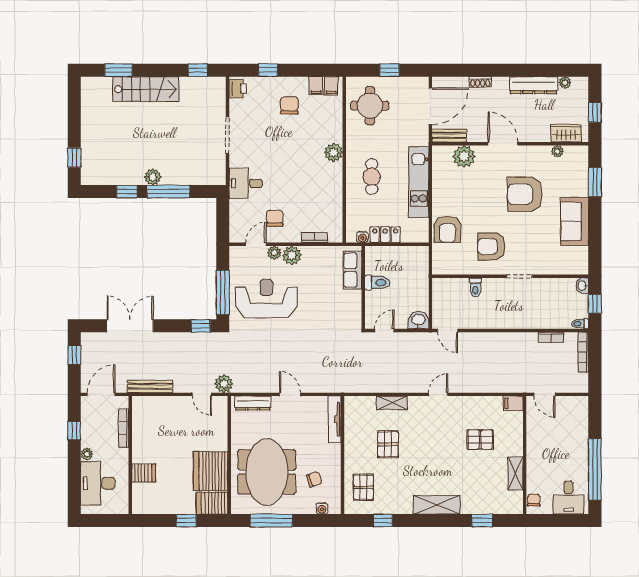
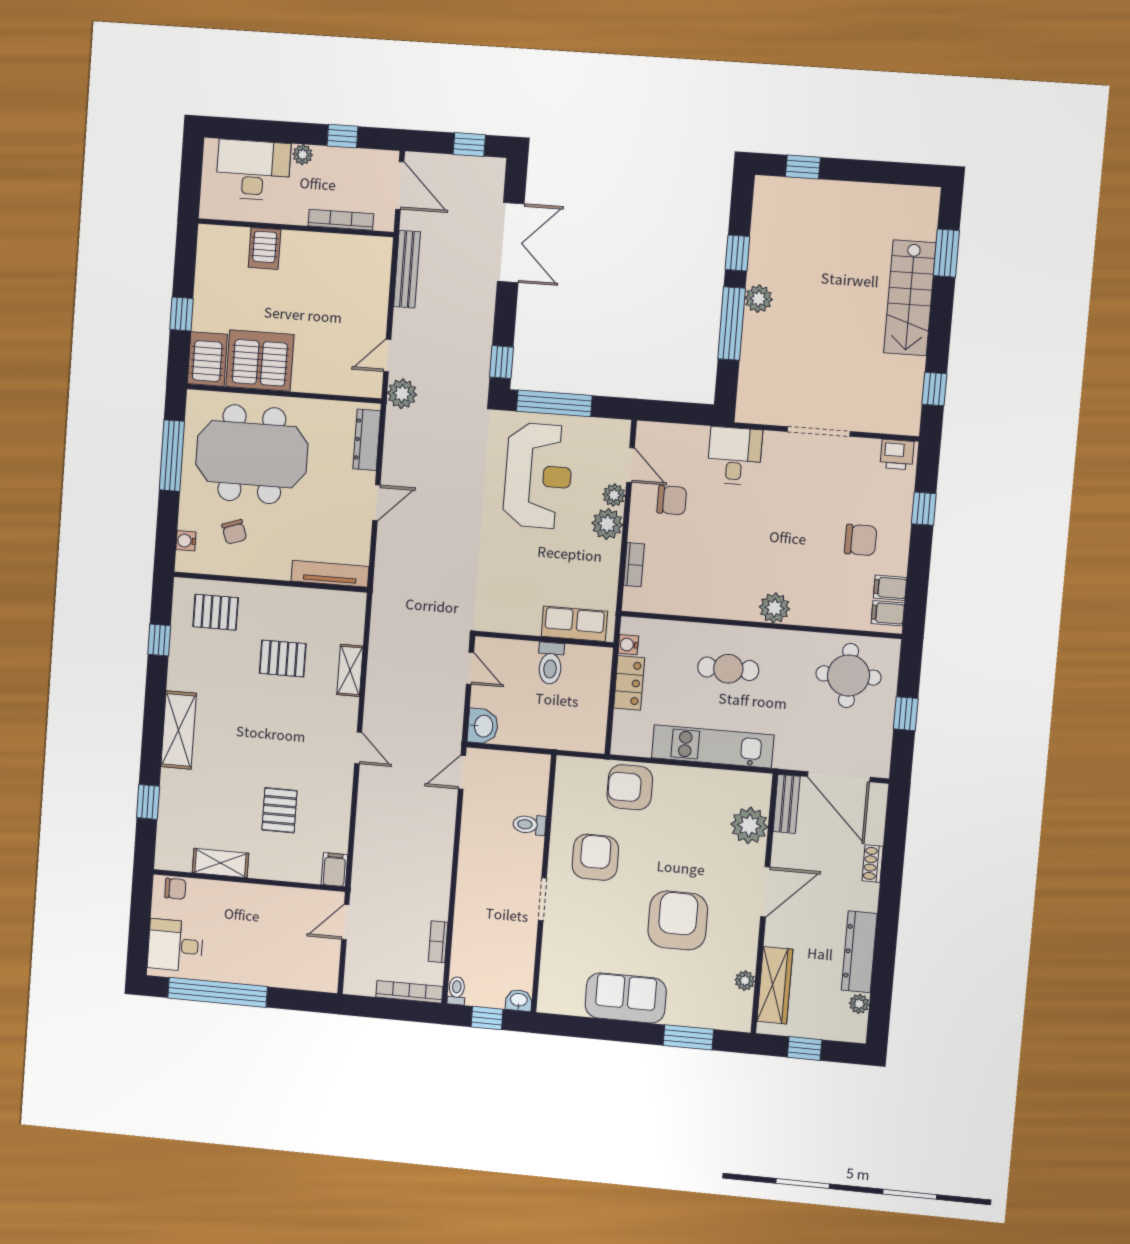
wardrobe: (566, 133) -> (775, 985), width x1.50

